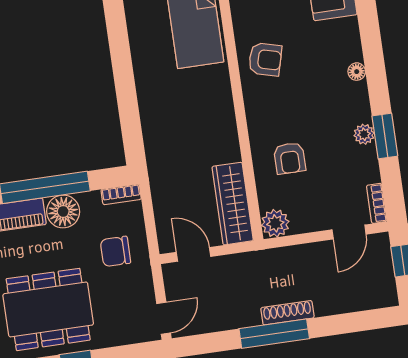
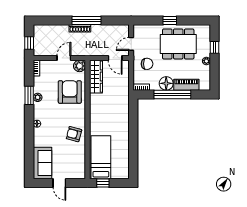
armchair: (290, 158) -> (70, 92), width x1.88, depth x1.88
door: (349, 232) -> (64, 58), moved
door: (164, 318) -> (131, 44), moved

